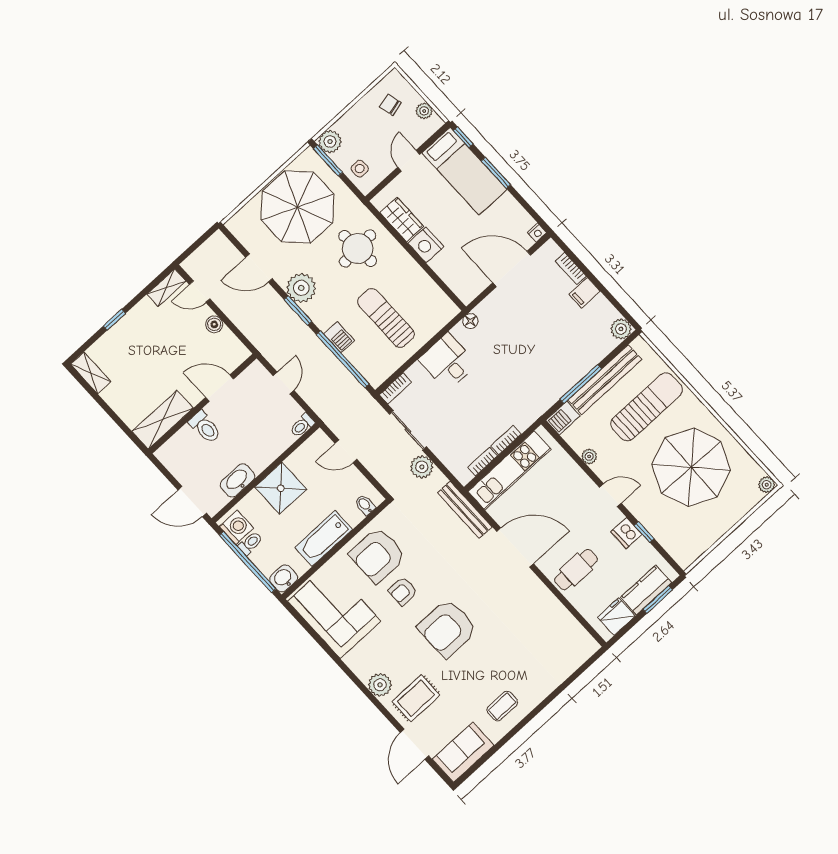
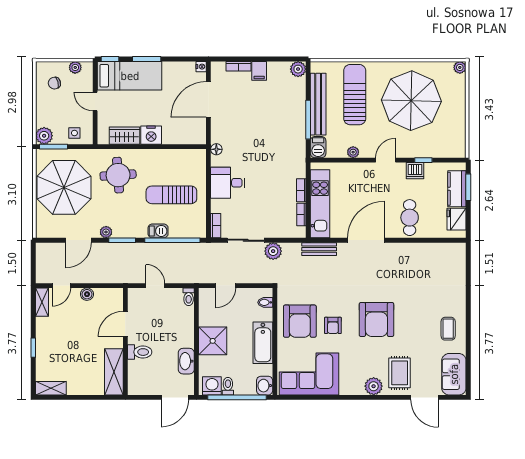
plant: (301, 288) -> (106, 232), width x0.53, depth x0.53
bench: (465, 510) -> (319, 249), width x0.73

